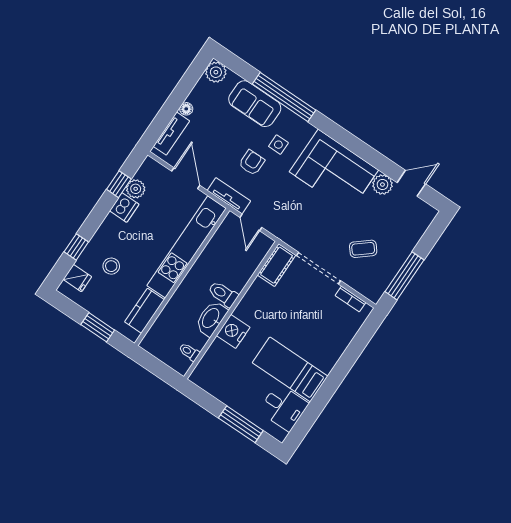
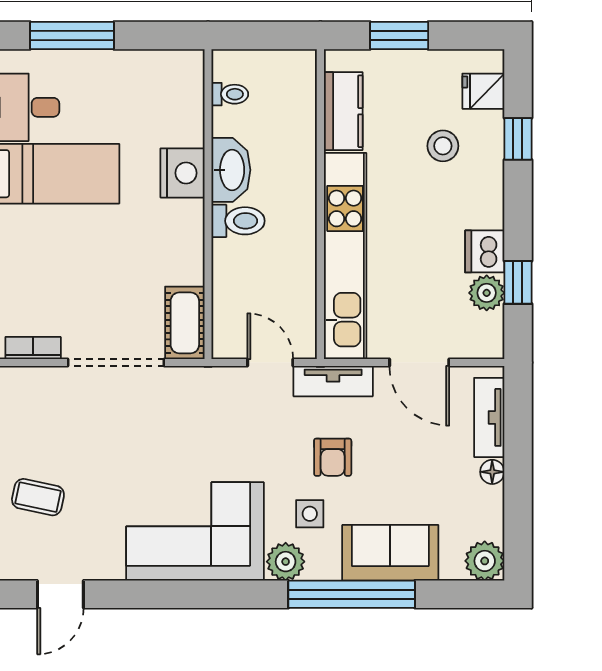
plant: (382, 185) -> (286, 562), moved
coffee table: (363, 249) -> (38, 497), moved, turned 52

